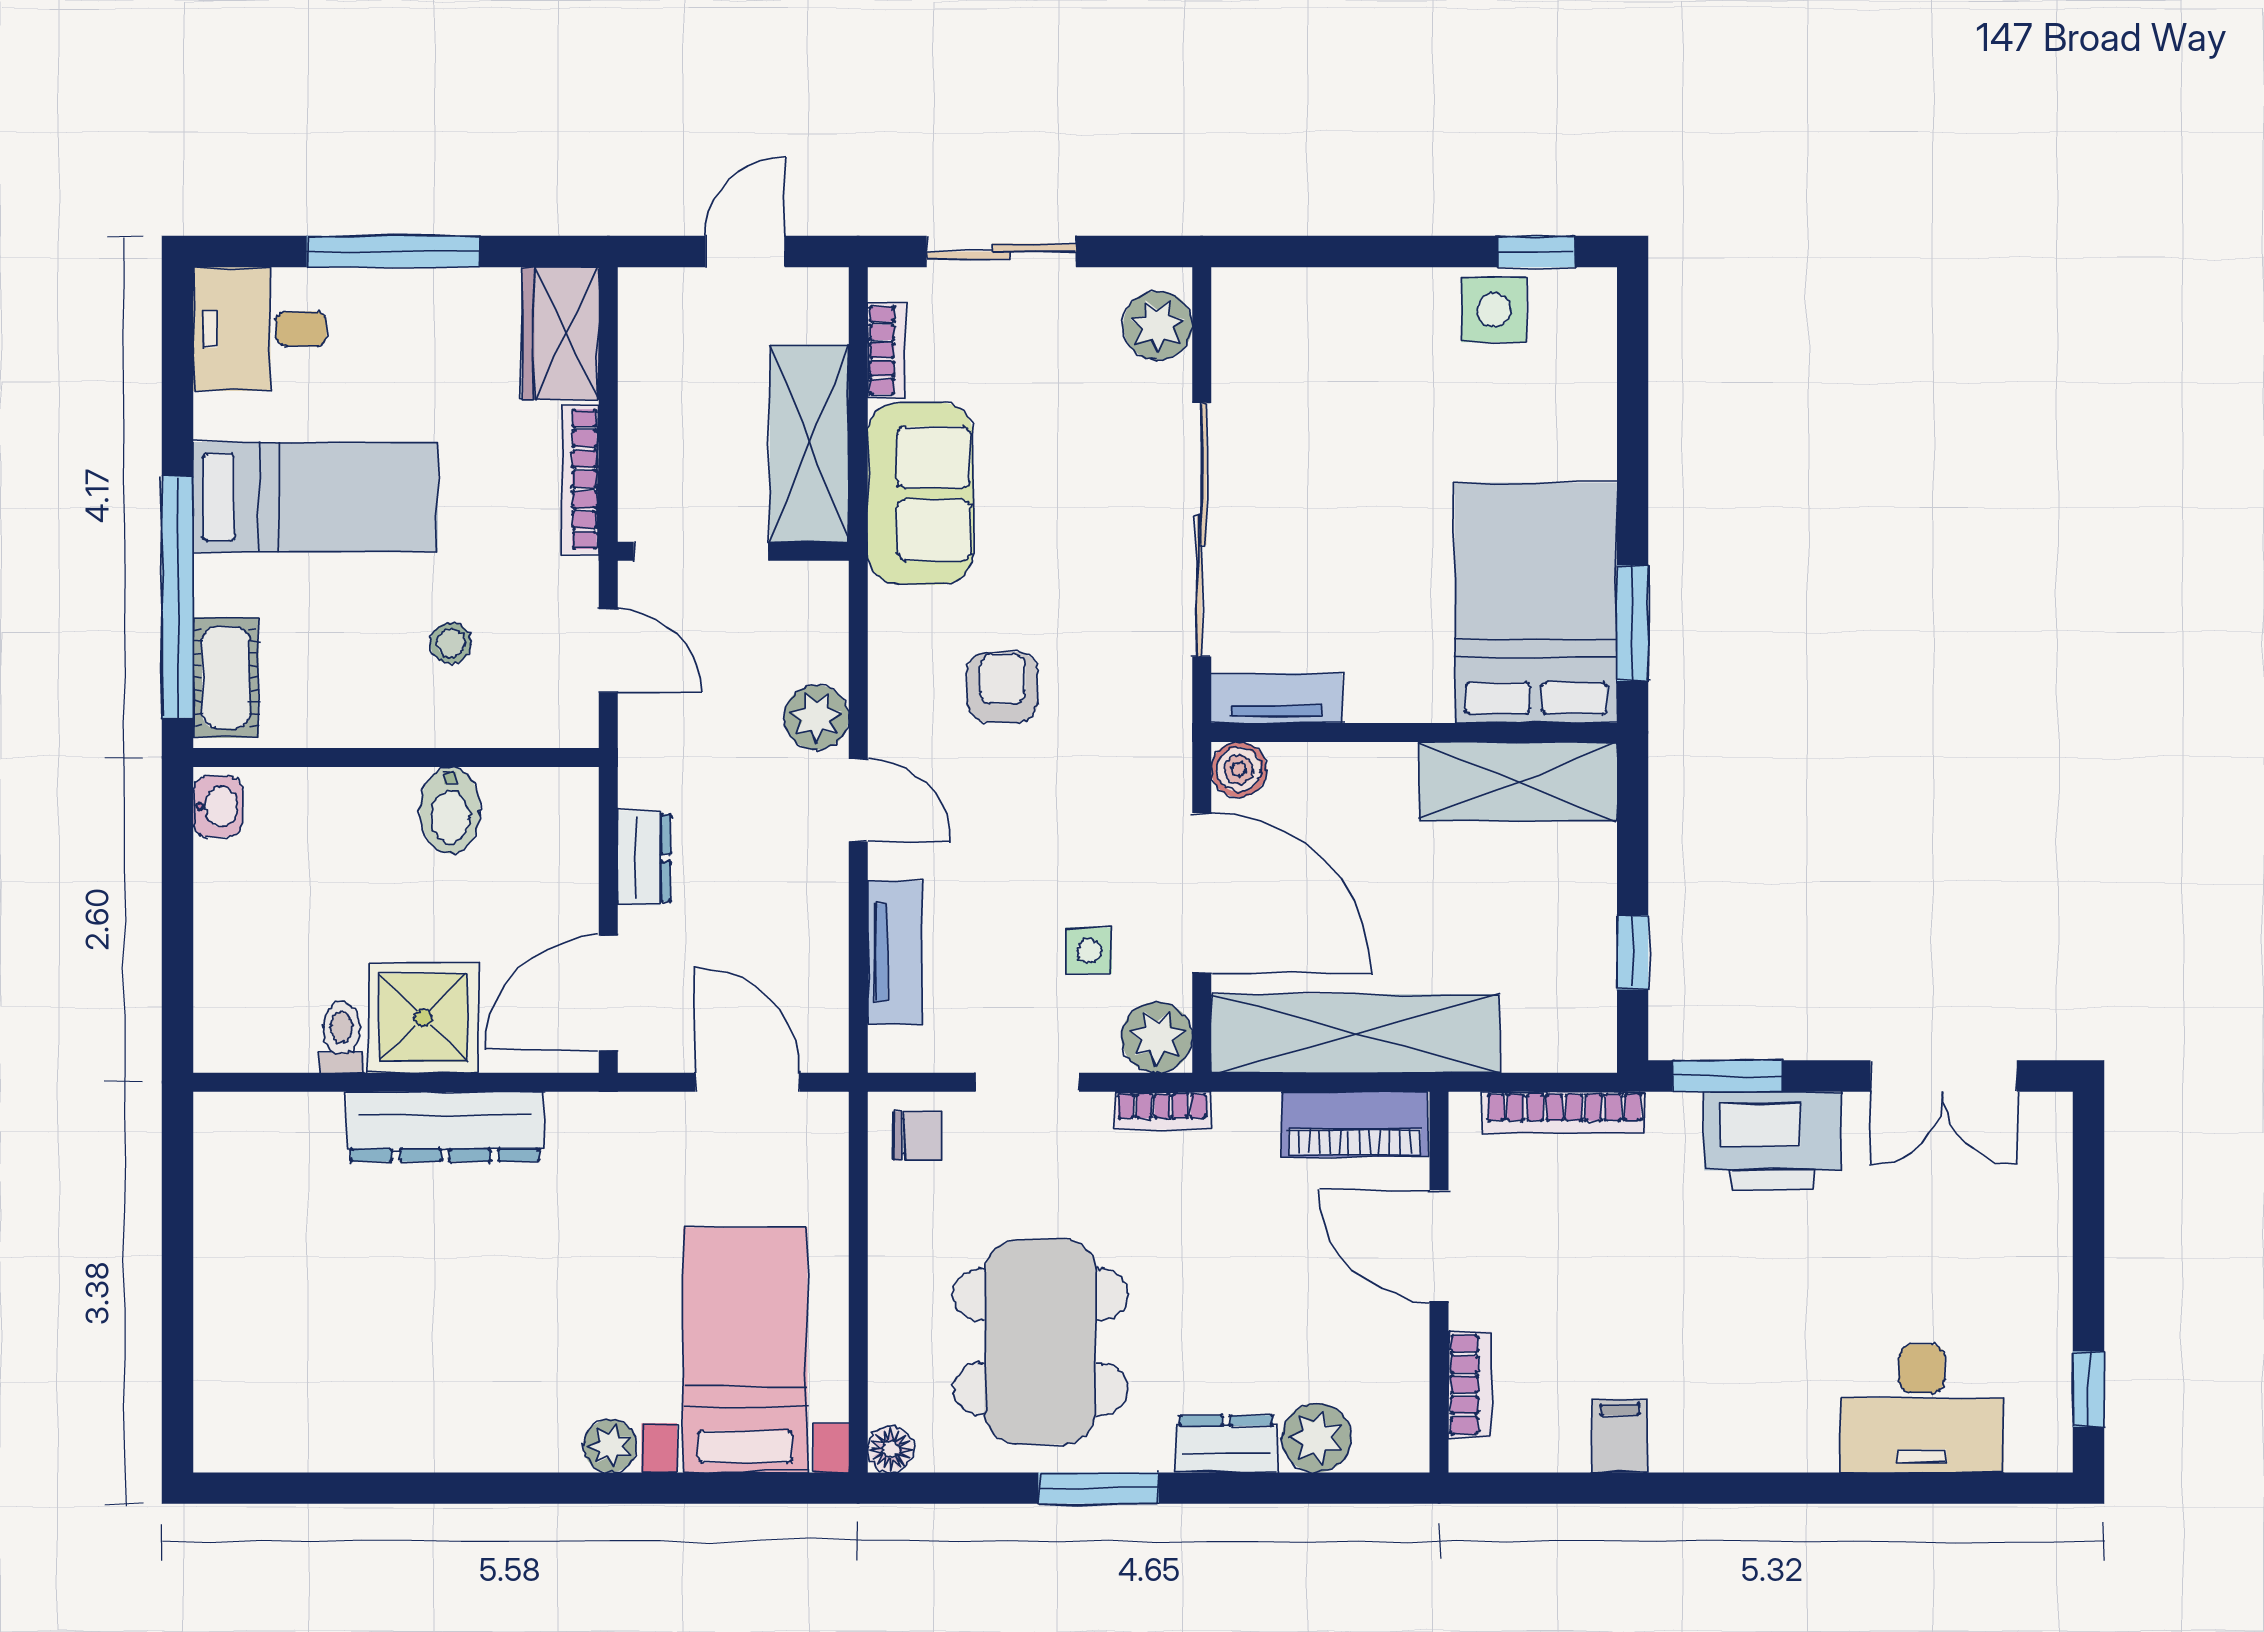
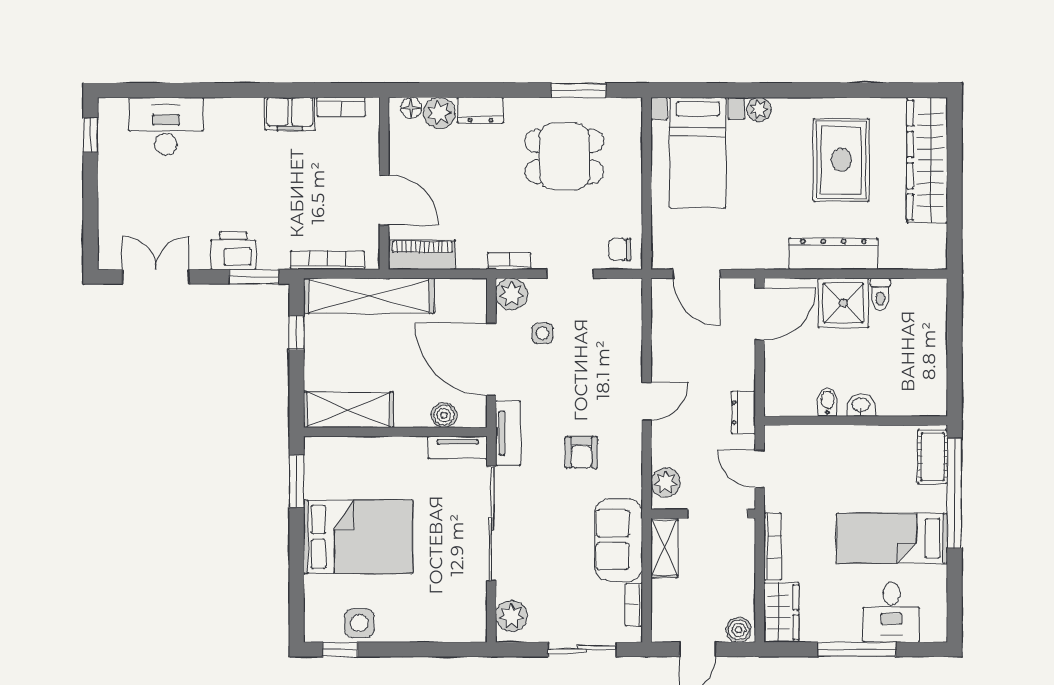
boiler: (655, 295) -> (739, 630), added
desk: (260, 329) -> (891, 612), moved, turned 90
shelving: (809, 443) -> (664, 548), width x0.67, depth x0.75
bed: (1536, 603) -> (358, 537), moved, turned -90
stool: (451, 643) -> (831, 472), removed
plant: (816, 717) -> (666, 482), moved
boiler: (1239, 770) -> (444, 415), moved
door: (858, 800) -> (647, 401), swing flipped
washbasin: (218, 807) -> (861, 405), moved, turned 90
bidet: (450, 810) -> (827, 402), width x0.72, depth x0.74
dresser: (644, 858) -> (743, 412), moved
tv unit: (895, 953) -> (508, 433), moved, turned 180
shelving: (1355, 1033) -> (369, 296), moved
printer: (1773, 1141) -> (233, 251), width x0.73, depth x0.84
wardrobe: (238, 1334) -> (927, 160), added
rug: (428, 1334) -> (841, 160), added
dining table: (1040, 1342) -> (564, 156), width x0.73
bookcase: (1470, 1385) -> (341, 107), moved, turned -90
filing cabinet: (1620, 1436) -> (290, 114), width x2.00
floor lamp: (891, 1449) -> (411, 108), moved
window: (1099, 1488) -> (578, 90), moved

